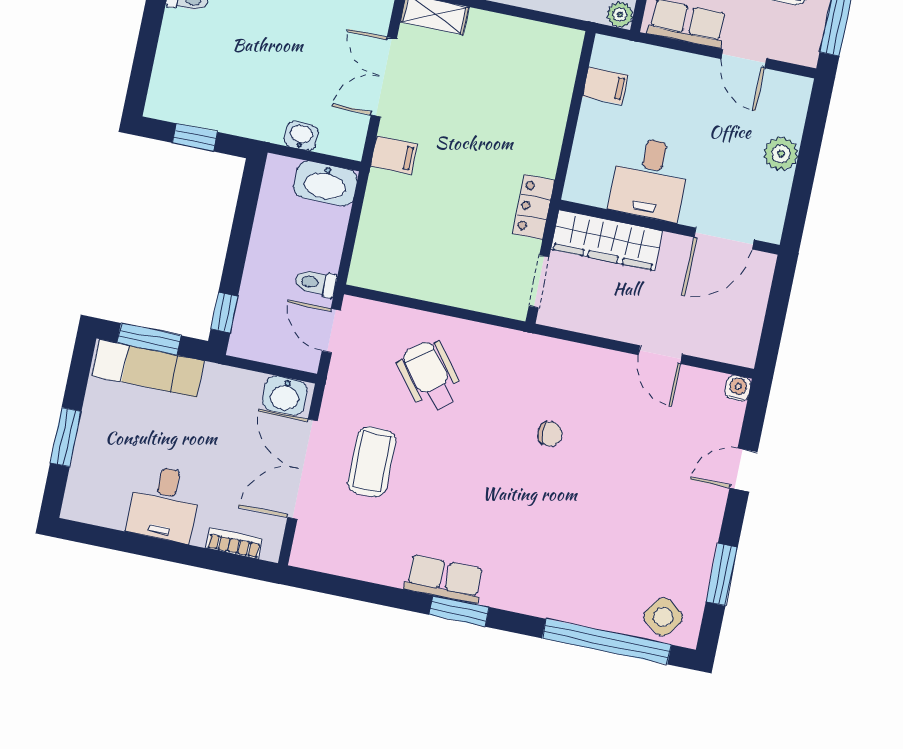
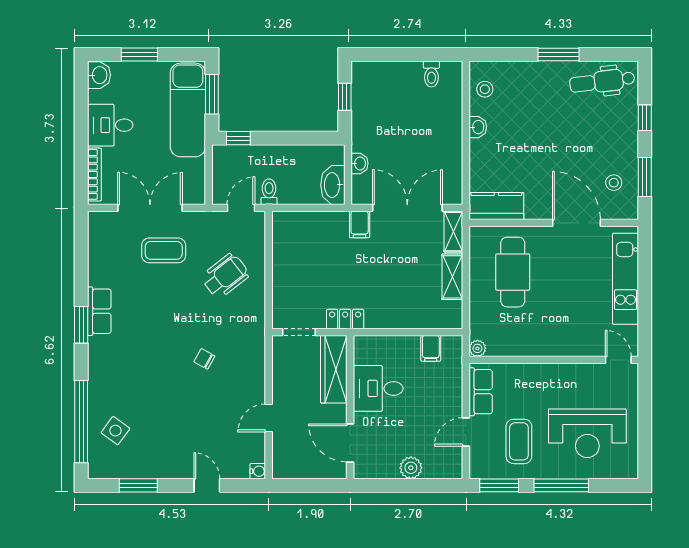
shelving: (503, 30) -> (452, 277), added
double door: (384, 77) -> (407, 208), width x1.37
exam couch: (148, 368) -> (188, 110), width x1.36, depth x1.45
washbasin: (285, 396) -> (99, 75), moved, turned 180
chair: (550, 434) -> (204, 359), turned 119
bookcase: (234, 543) -> (94, 174), width x1.56
side table: (663, 617) -> (115, 431), moved

